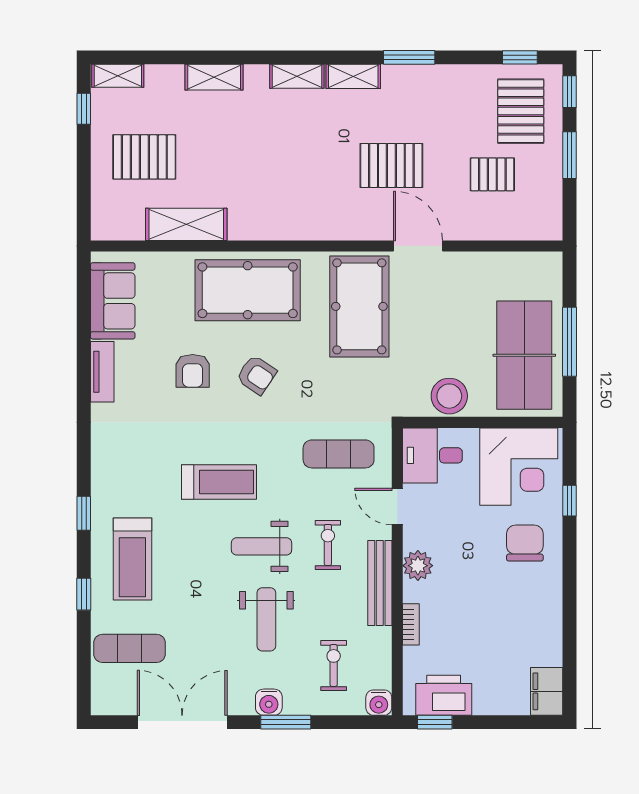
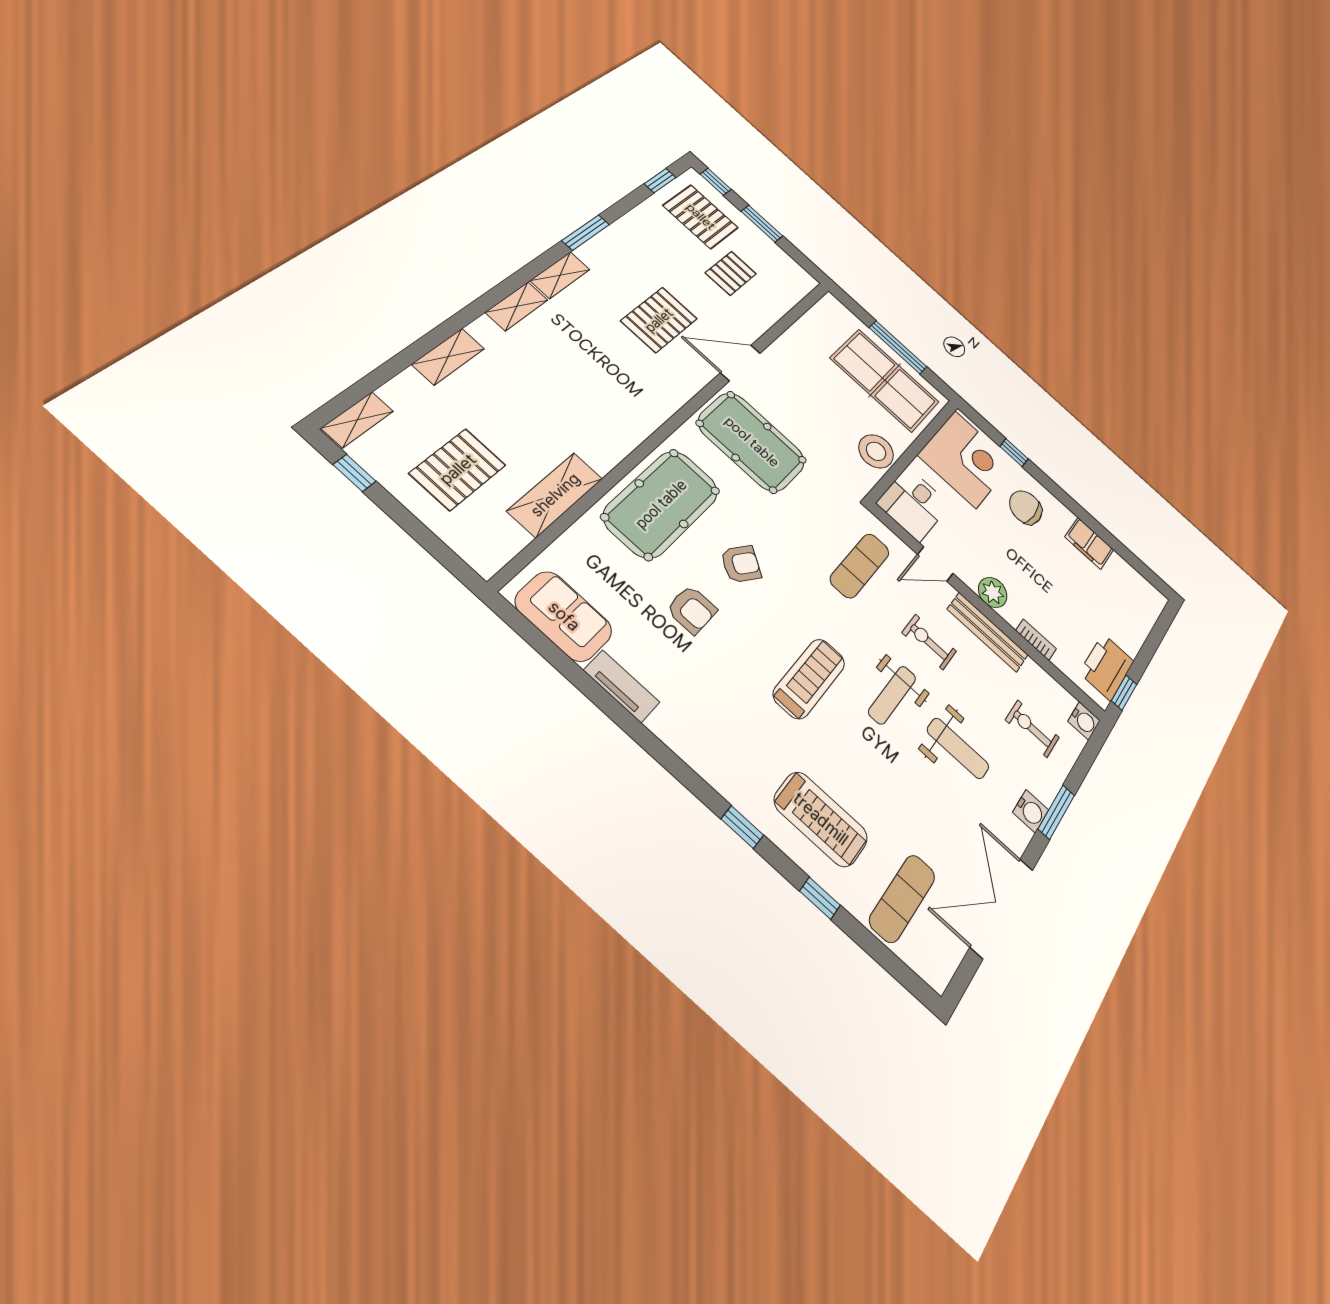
filing cabinet: (547, 691) -> (1089, 543), moved

